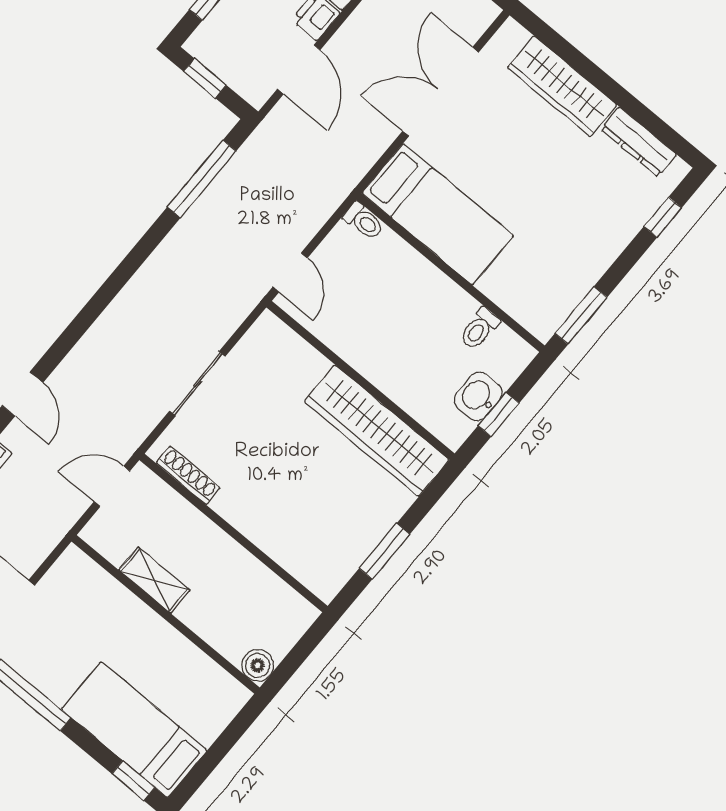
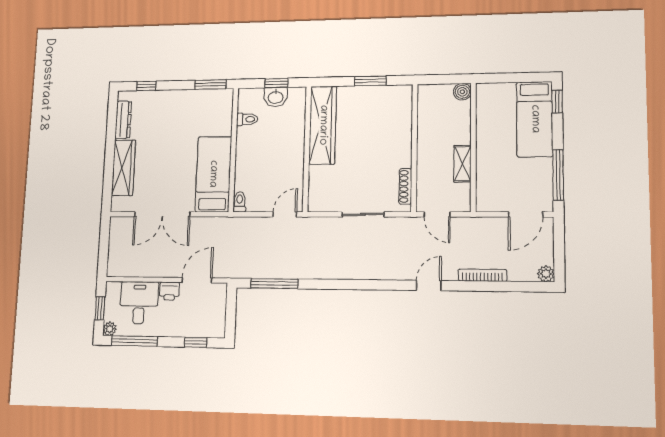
window: (205, 78) -> (231, 317), removed

